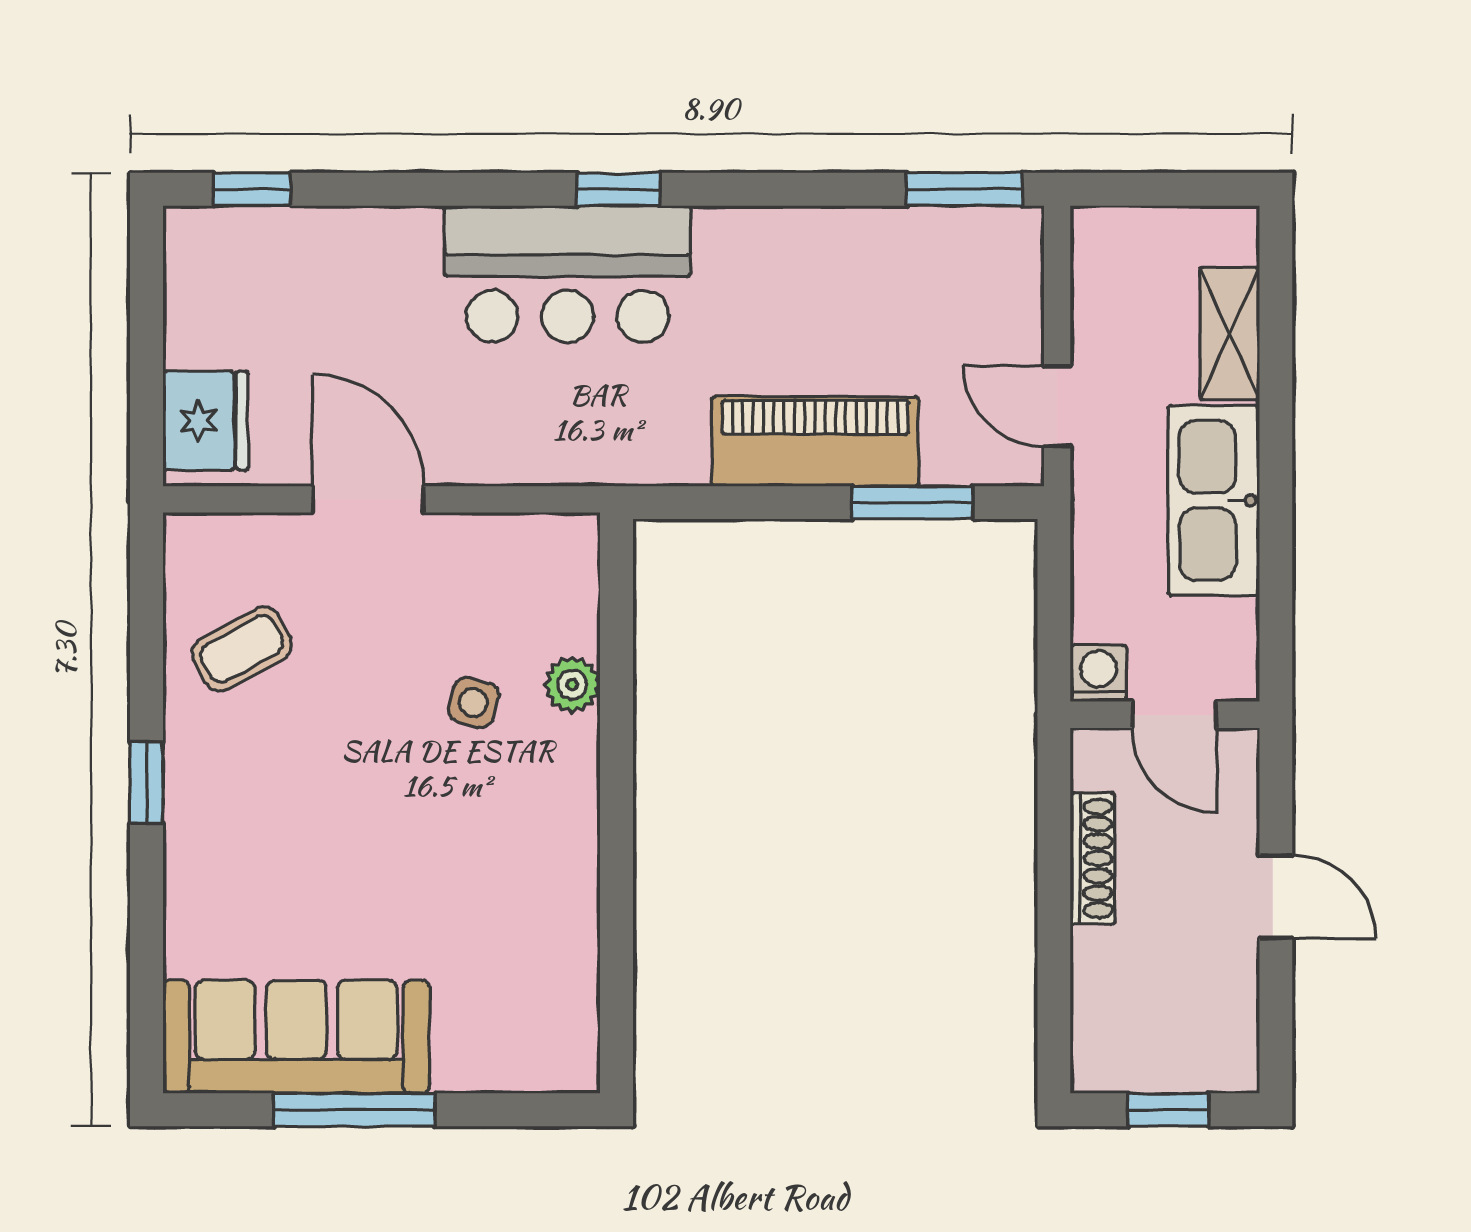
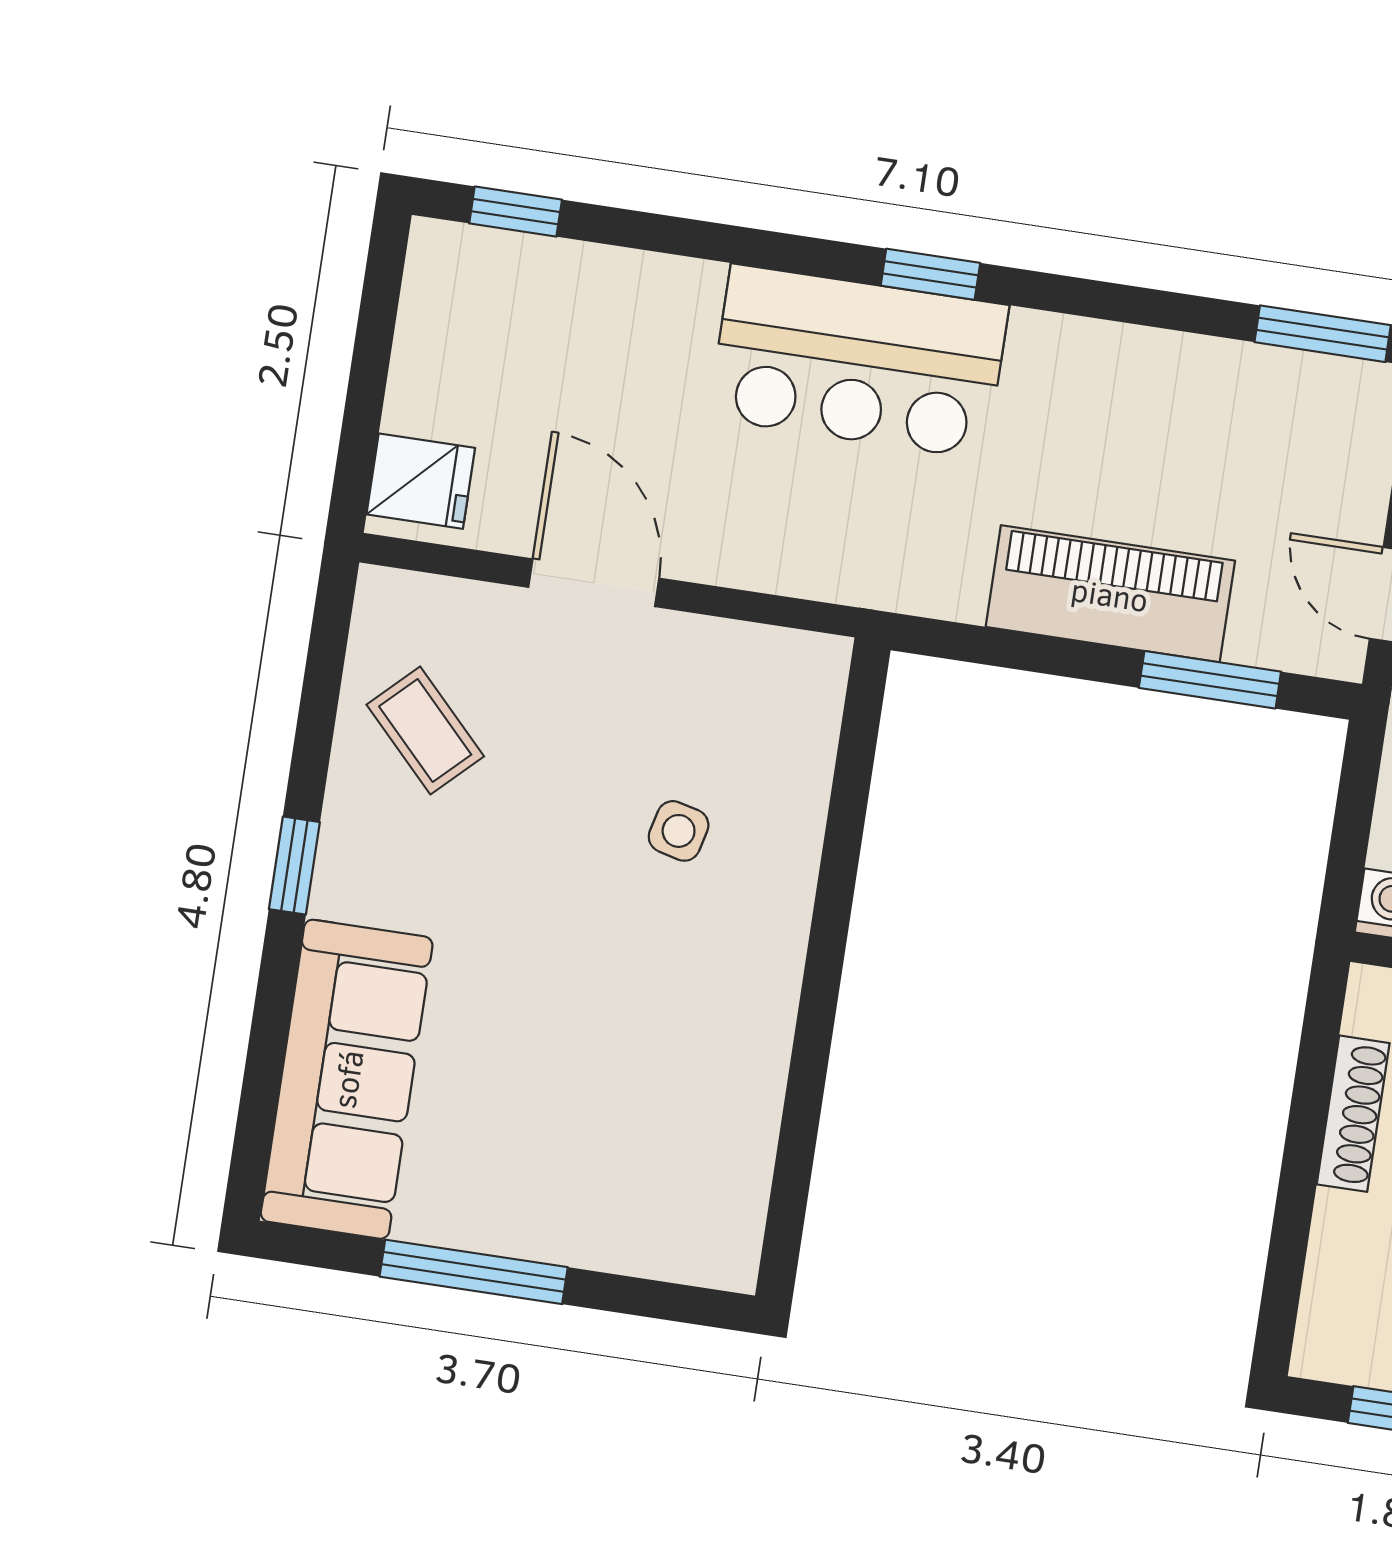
fridge: (205, 421) -> (421, 481), width x0.72
coffee table: (242, 649) -> (425, 730), turned 75
plant: (572, 685) -> (794, 828), removed
sofa: (296, 1037) -> (347, 1079), moved, turned 90

